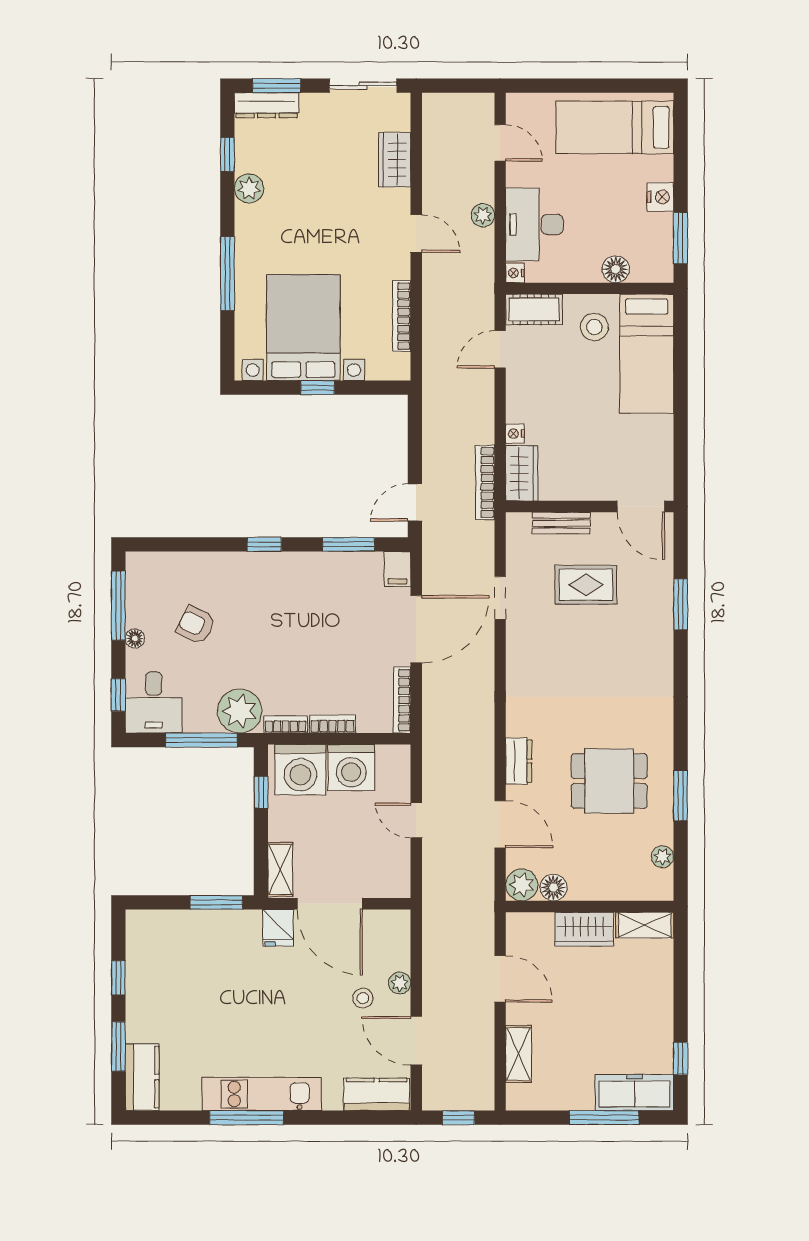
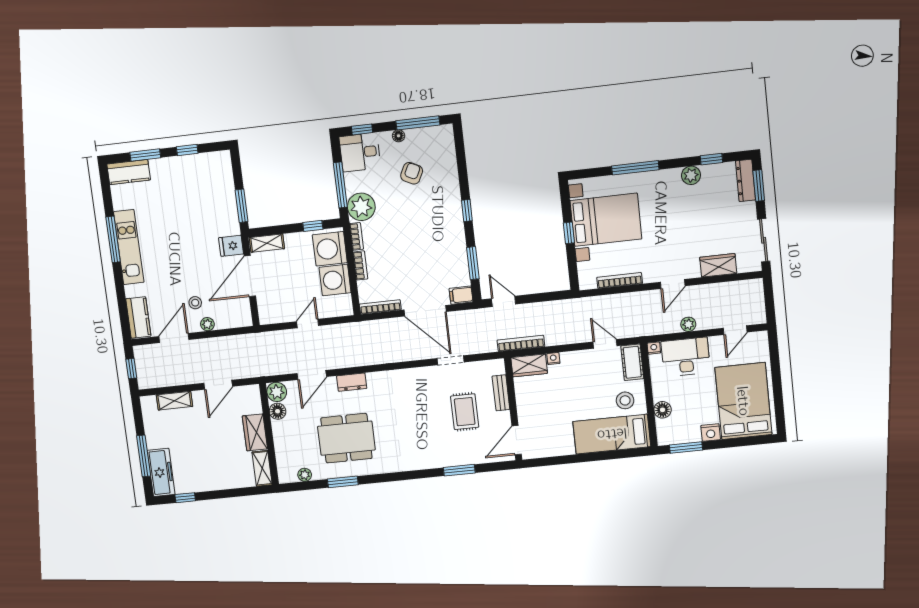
bed: (615, 127) -> (743, 401), width x1.50
dining table: (609, 781) -> (346, 438), width x1.38

